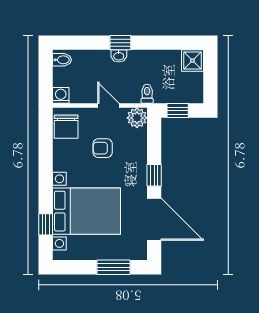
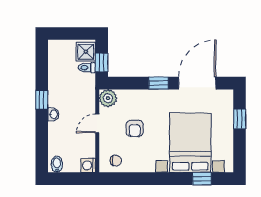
window: (120, 43) -> (42, 100), moved
shower: (192, 61) -> (86, 52), moved
toilet: (147, 94) -> (87, 68), moved
chair: (66, 127) -> (116, 161), width x0.54, depth x0.54
window: (113, 267) -> (240, 119), width x0.67

